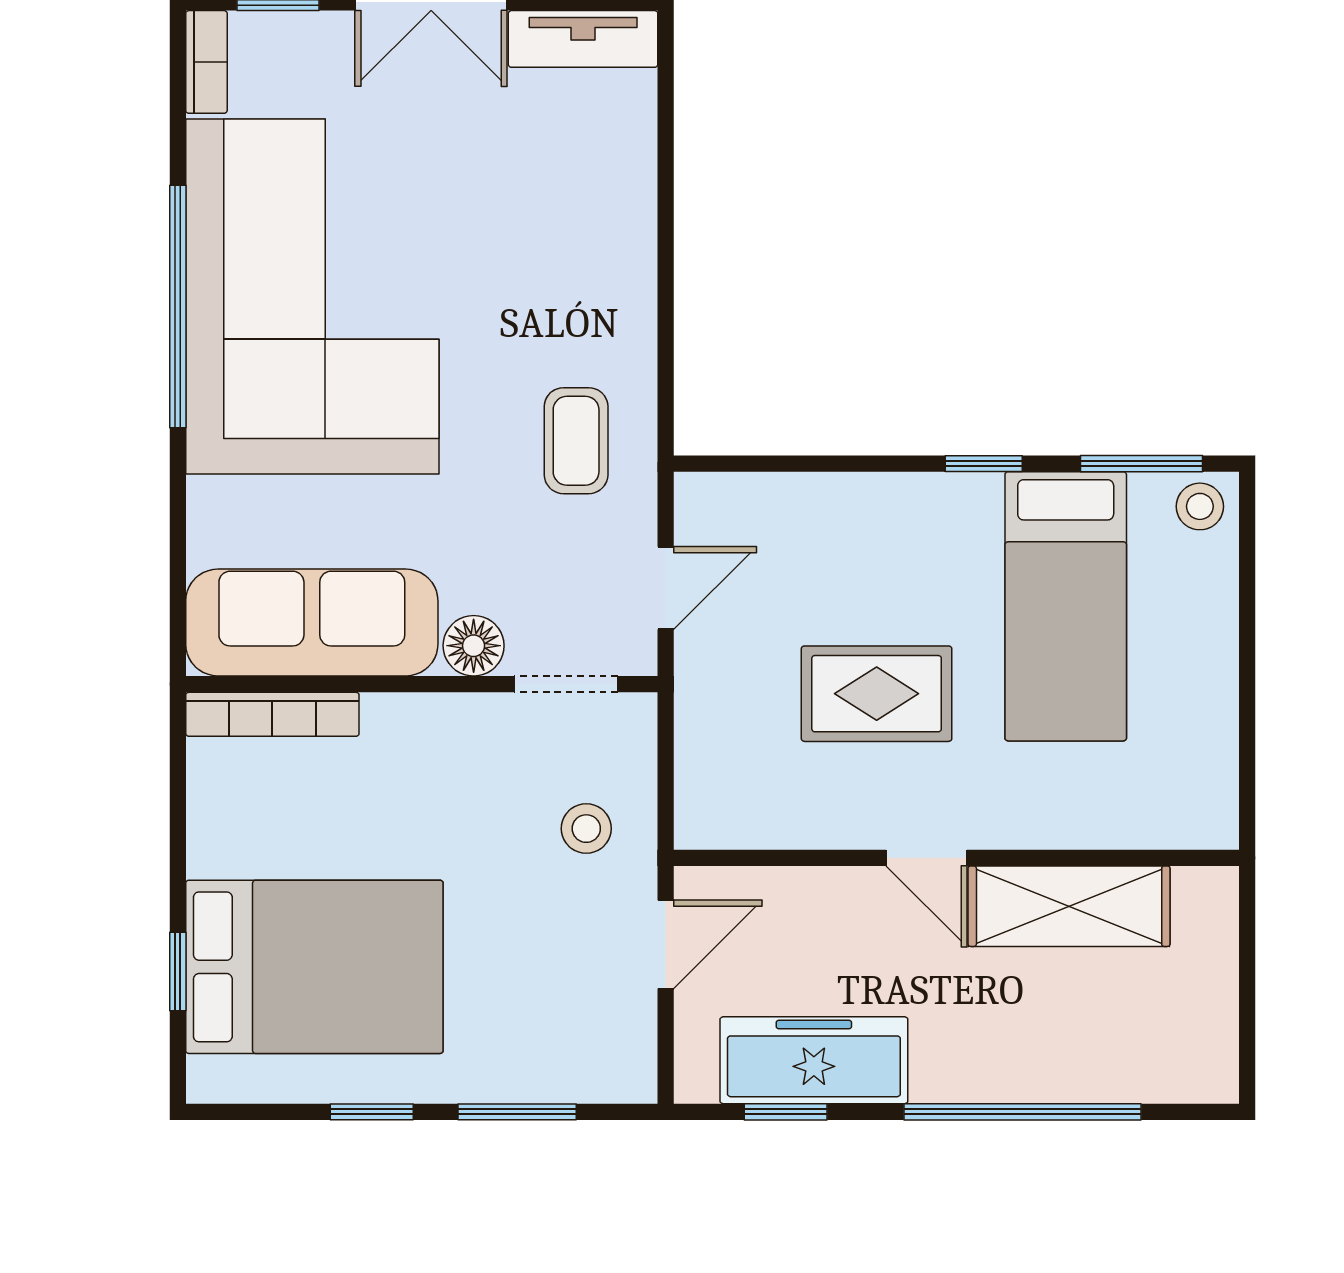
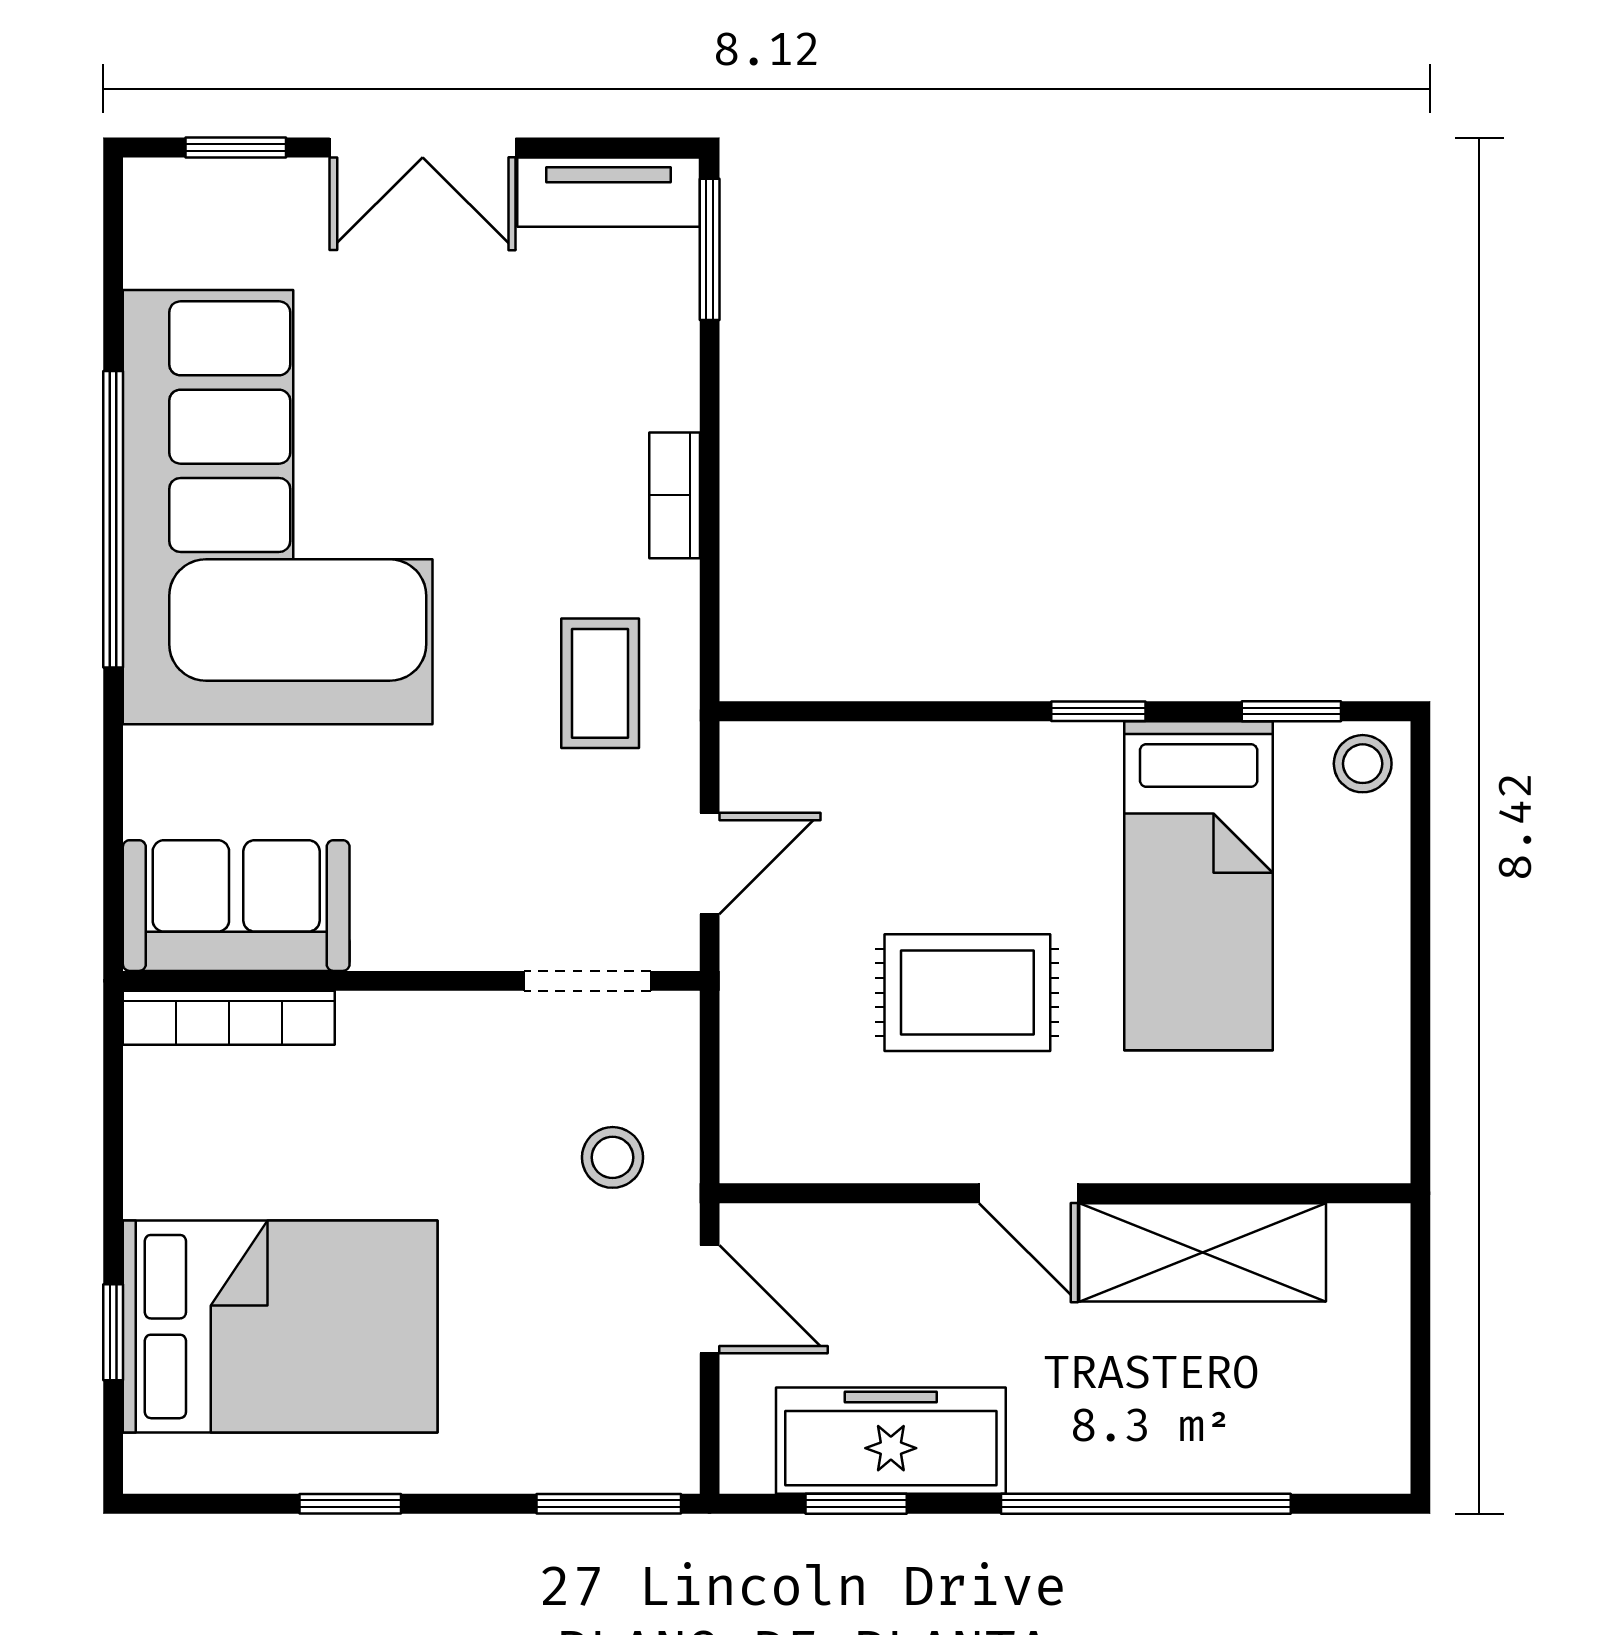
bookcase: (206, 62) -> (675, 495), moved, turned 180
window: (666, 86) -> (710, 249), added
window: (1142, 464) -> (1291, 711), width x0.67
sofa: (312, 623) -> (236, 906), width x0.73
floor lamp: (474, 646) -> (475, 934), removed
door: (666, 944) -> (710, 1299), hinge flipped
window: (517, 1112) -> (609, 1504), moved

